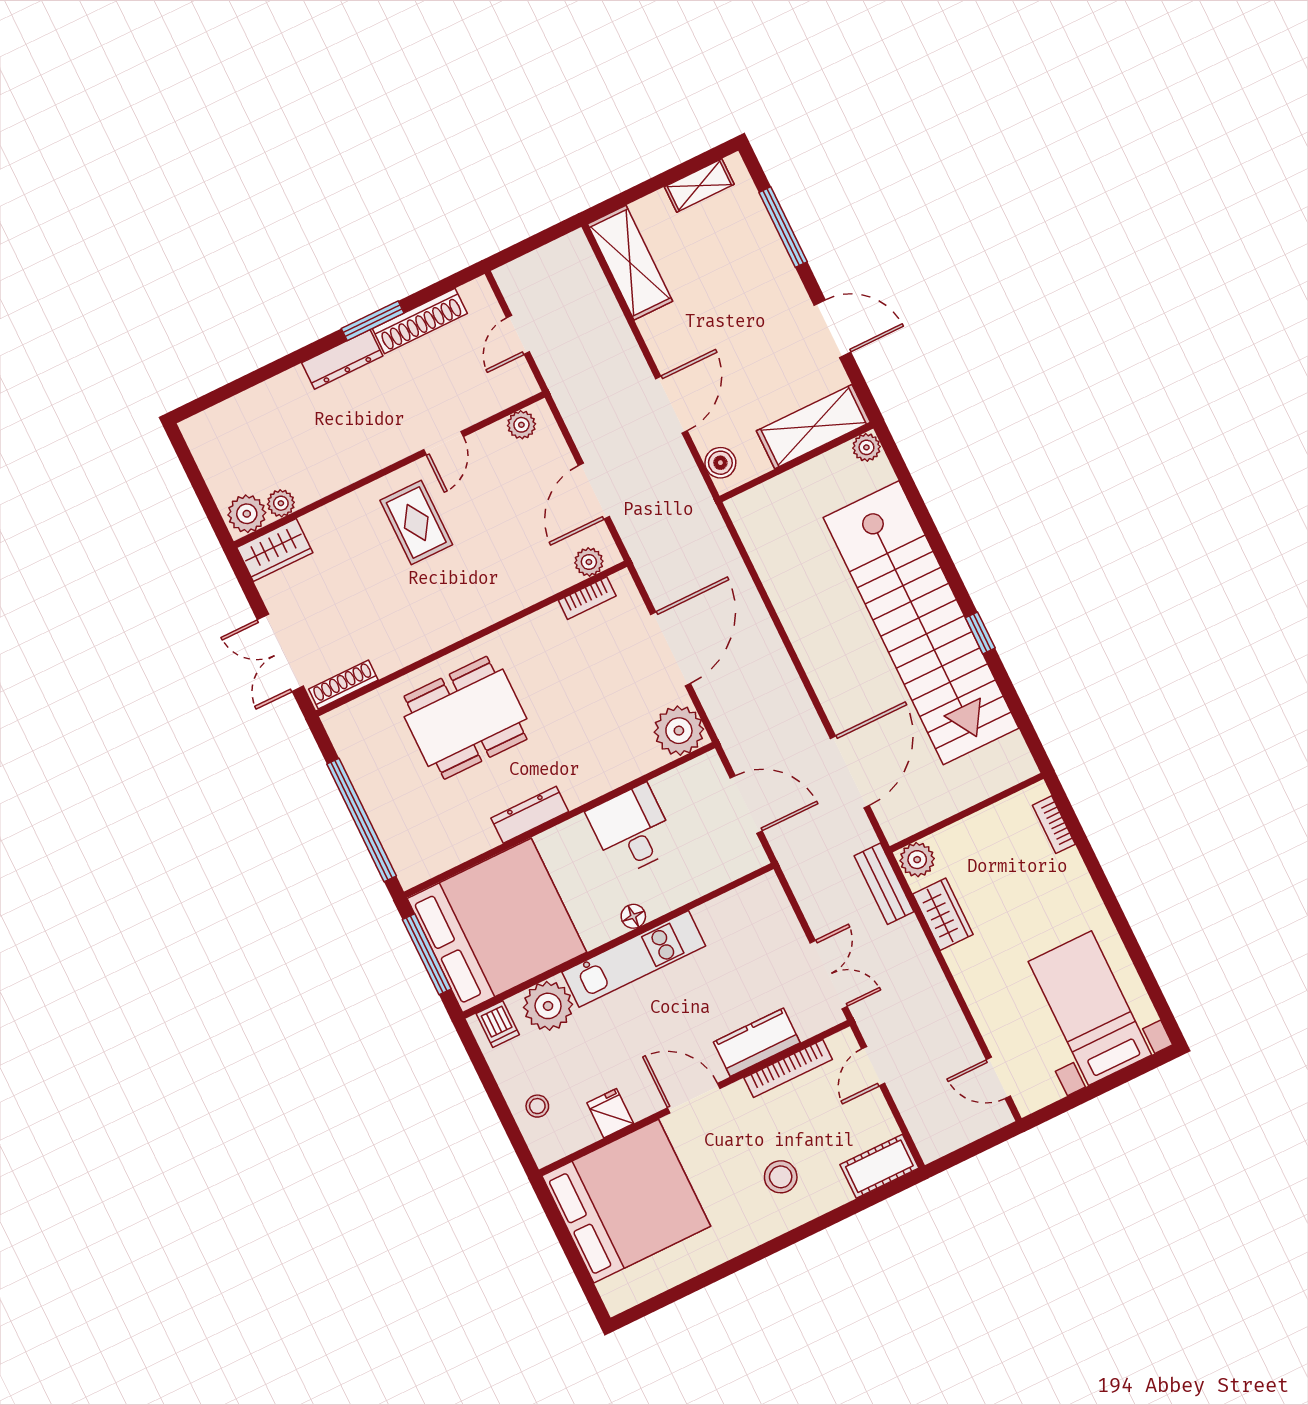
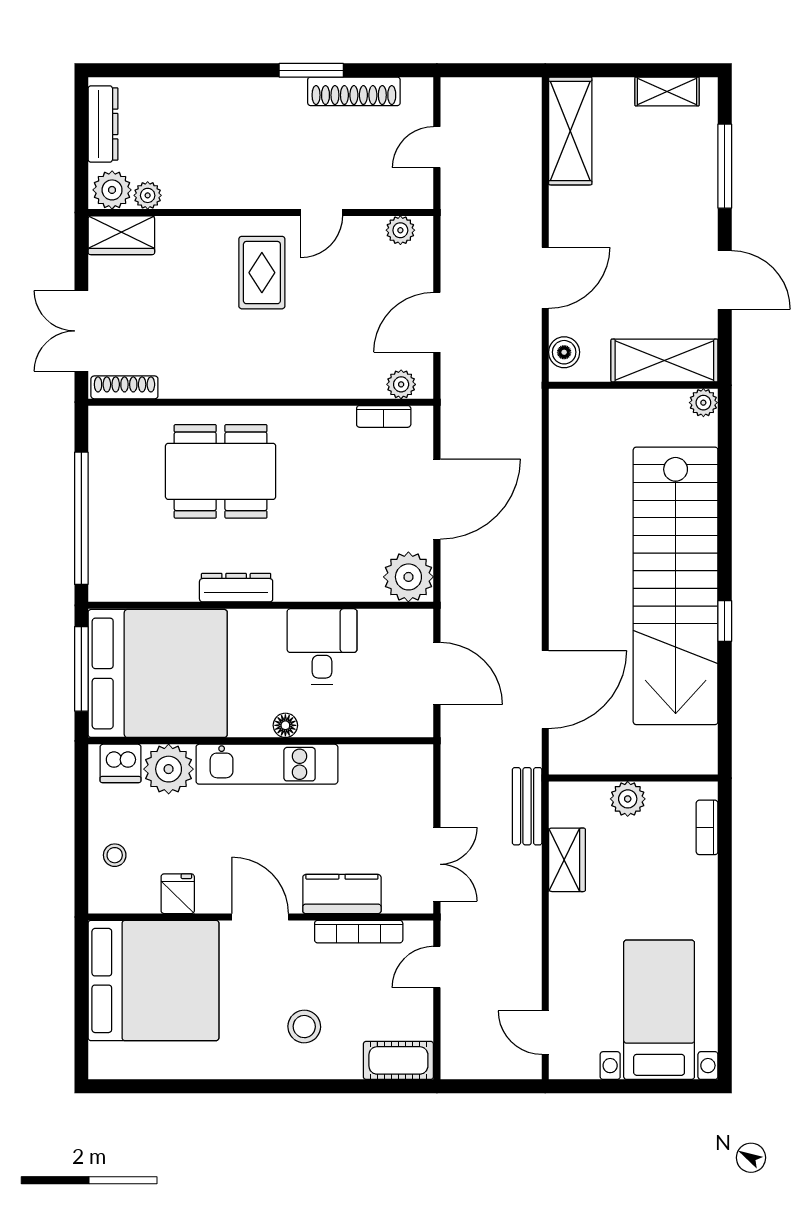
dresser: (342, 359) -> (103, 124), moved, turned -90
plant: (917, 860) -> (628, 799), moved
dishwasher: (498, 1024) -> (121, 763), width x1.38

